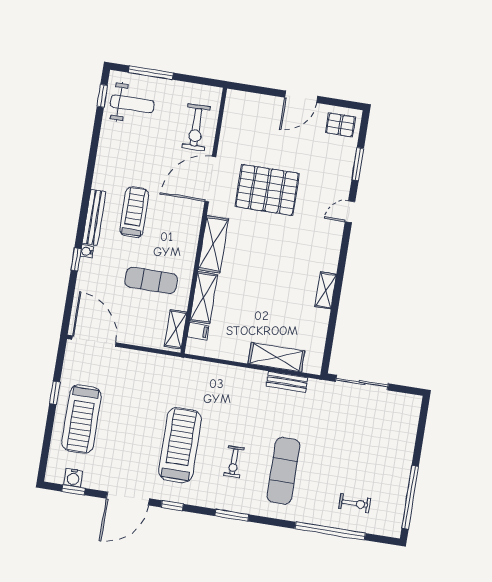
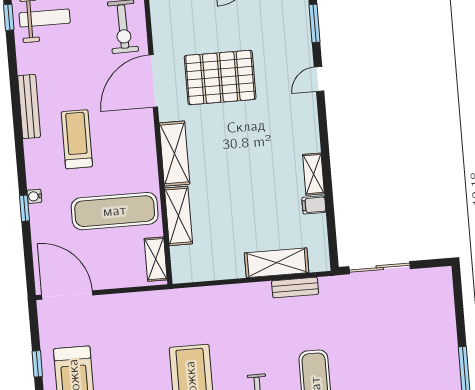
bench: (94, 217) -> (29, 106), moved
exercise mat: (151, 280) -> (115, 211), width x1.36, depth x1.45
filing cabinet: (198, 331) -> (314, 205), moved, turned 180

